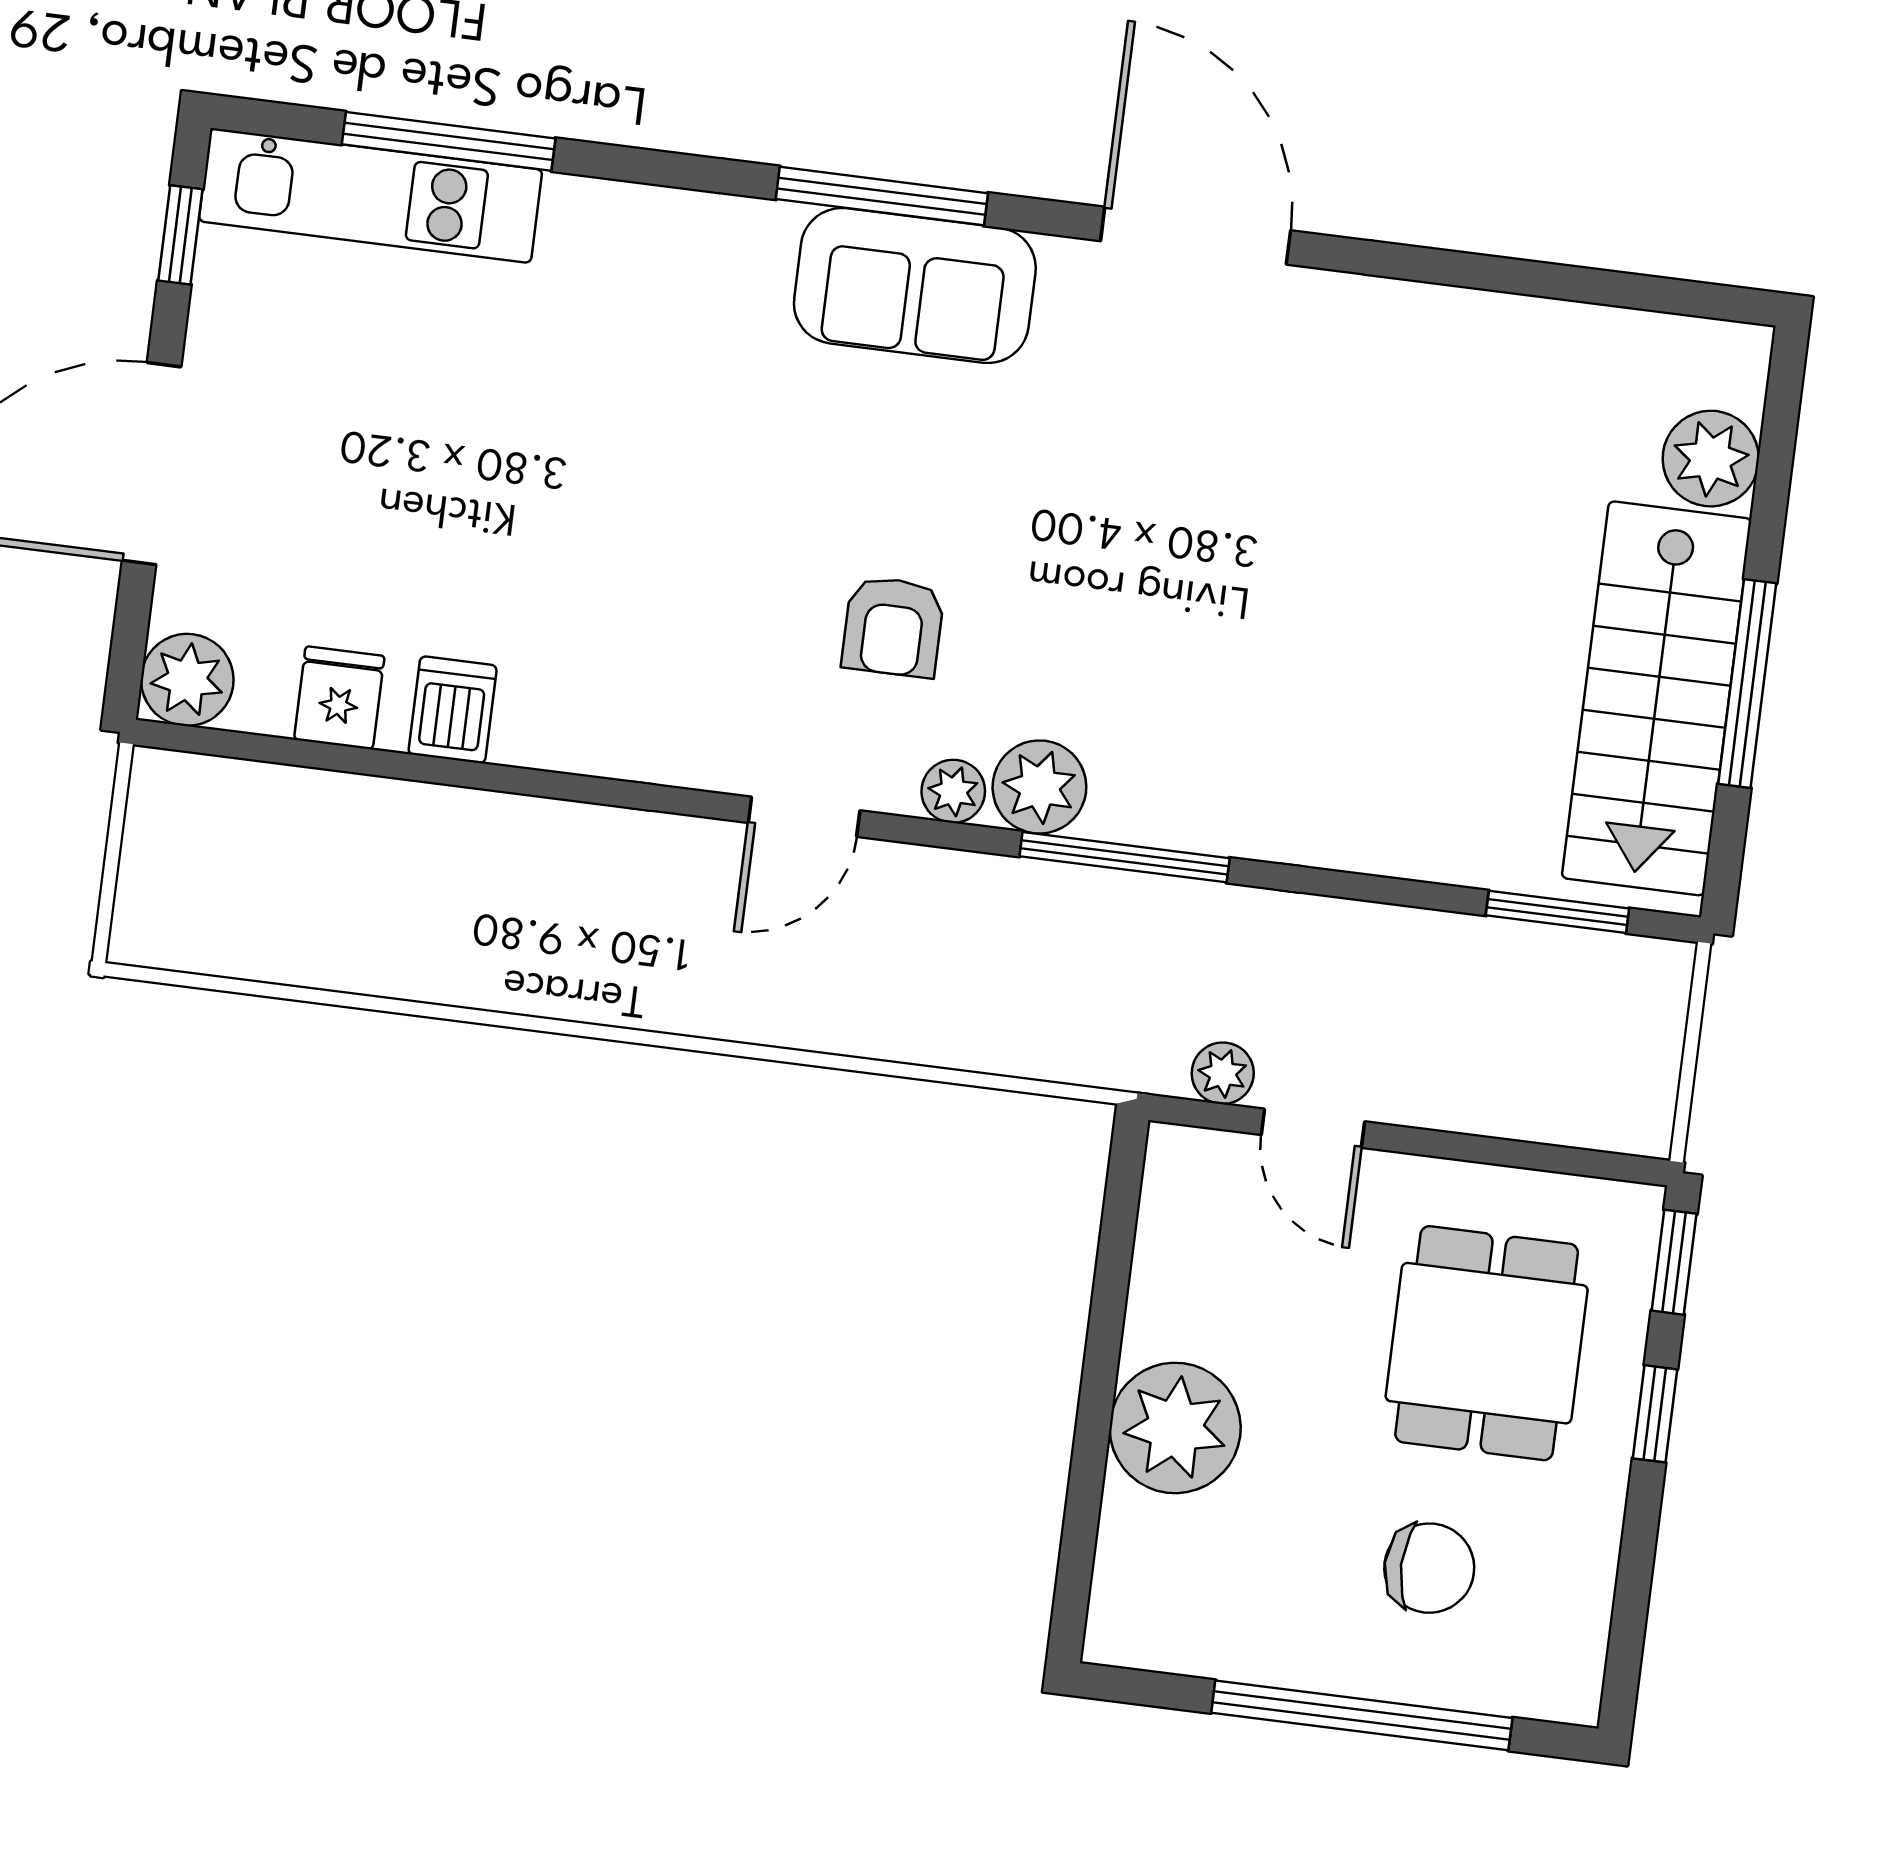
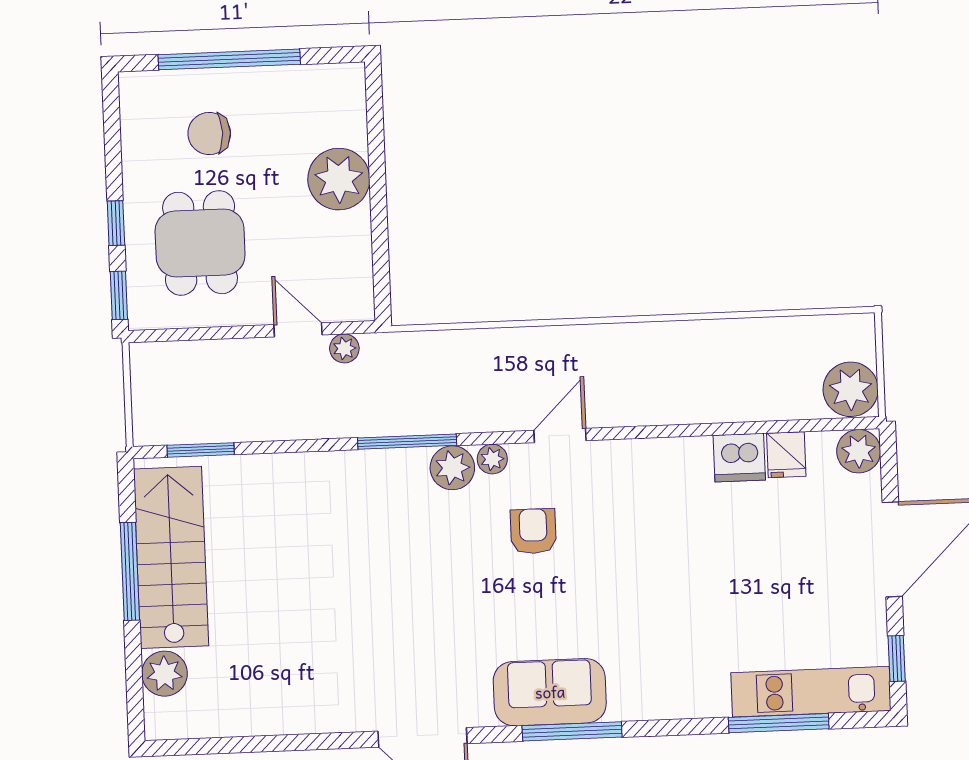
dishwasher: (453, 710) -> (739, 458), width x1.38
plant: (182, 812) -> (851, 389), added

